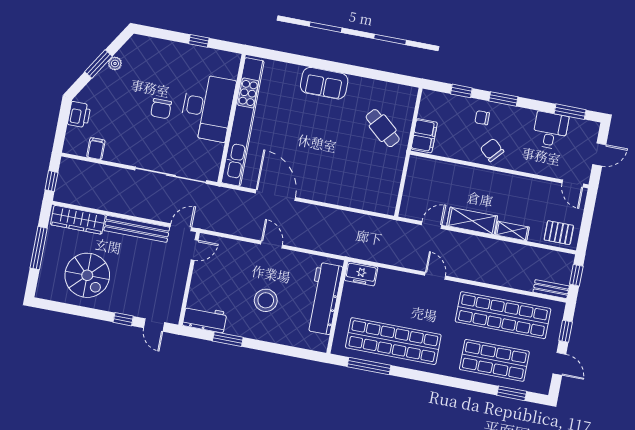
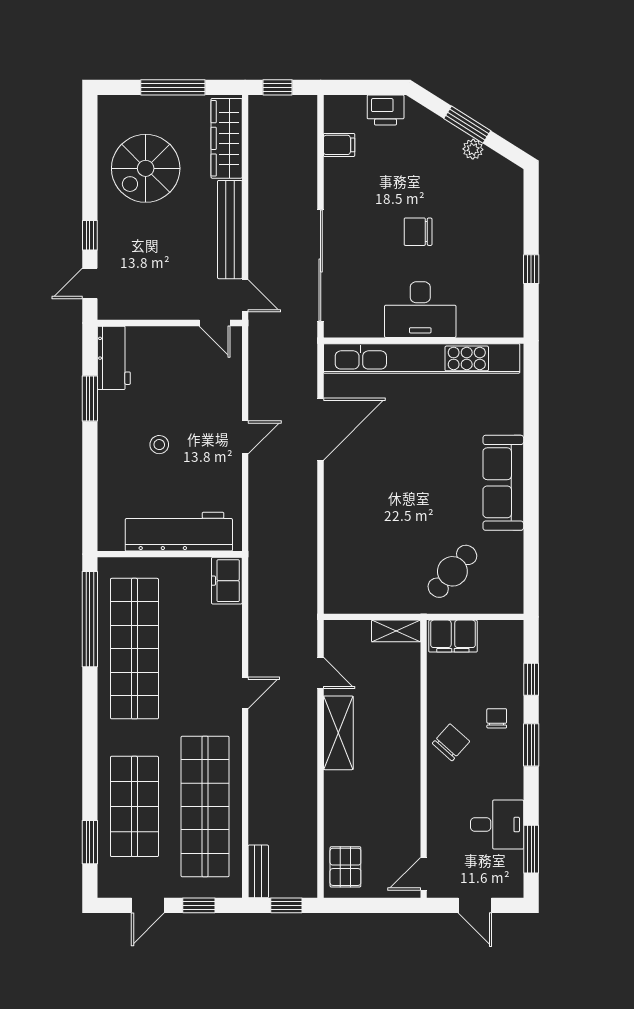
sofa: (324, 83) -> (503, 483), width x1.36
desk: (207, 107) -> (420, 310), width x0.73, depth x0.77
shelving: (512, 231) -> (396, 631), moved, turned 90
stool: (266, 300) -> (159, 445), width x0.53, depth x0.53
window: (369, 366) -> (90, 619), width x1.46

